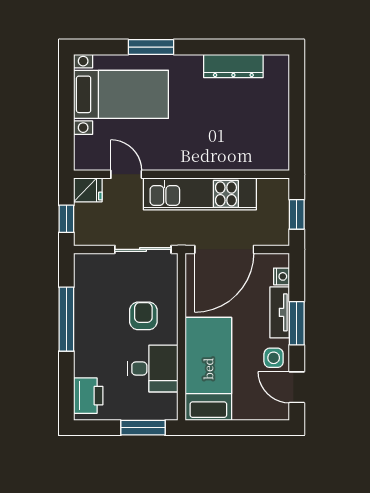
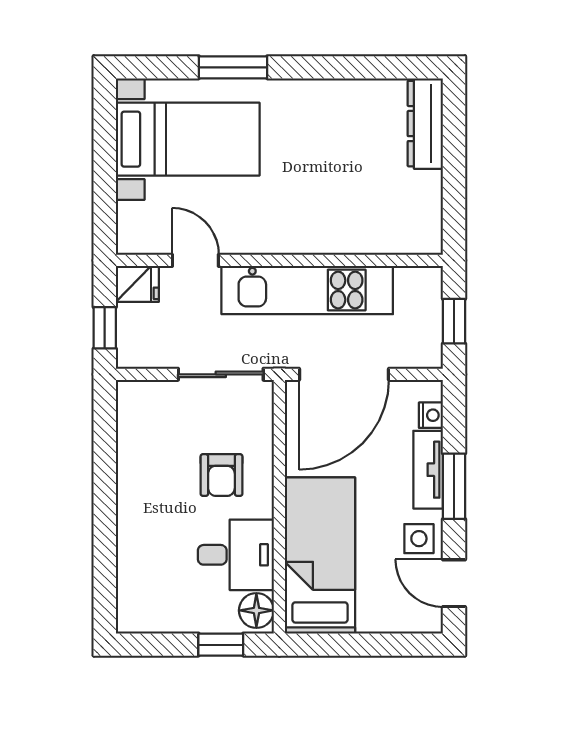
dresser: (233, 66) -> (425, 124), moved, turned 90
armchair: (143, 316) -> (221, 475), turned 180
window: (66, 319) -> (105, 480), removed
printer: (88, 396) -> (138, 596), removed
floor lamp: (166, 405) -> (256, 610), added
window: (143, 428) -> (221, 645), width x0.67

